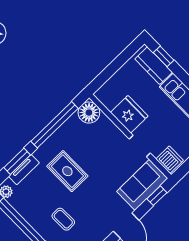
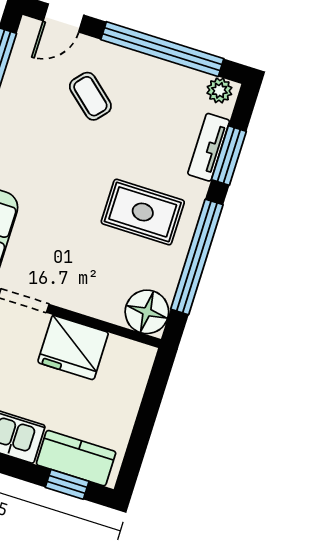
rug: (67, 171) -> (143, 212), moved
coffee table: (63, 219) -> (90, 96), turned 42

